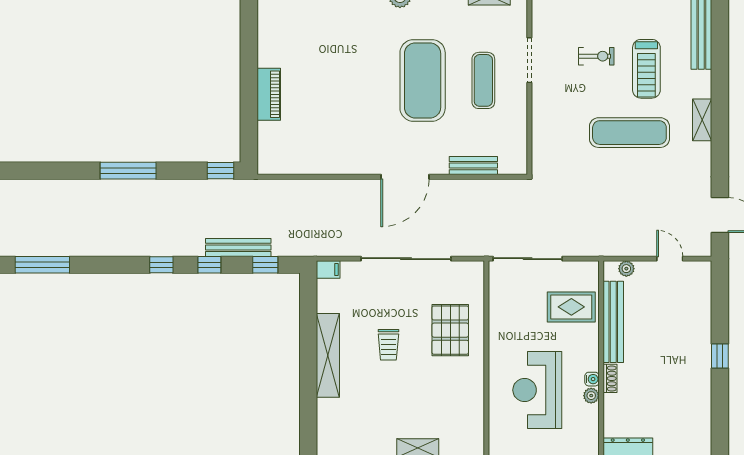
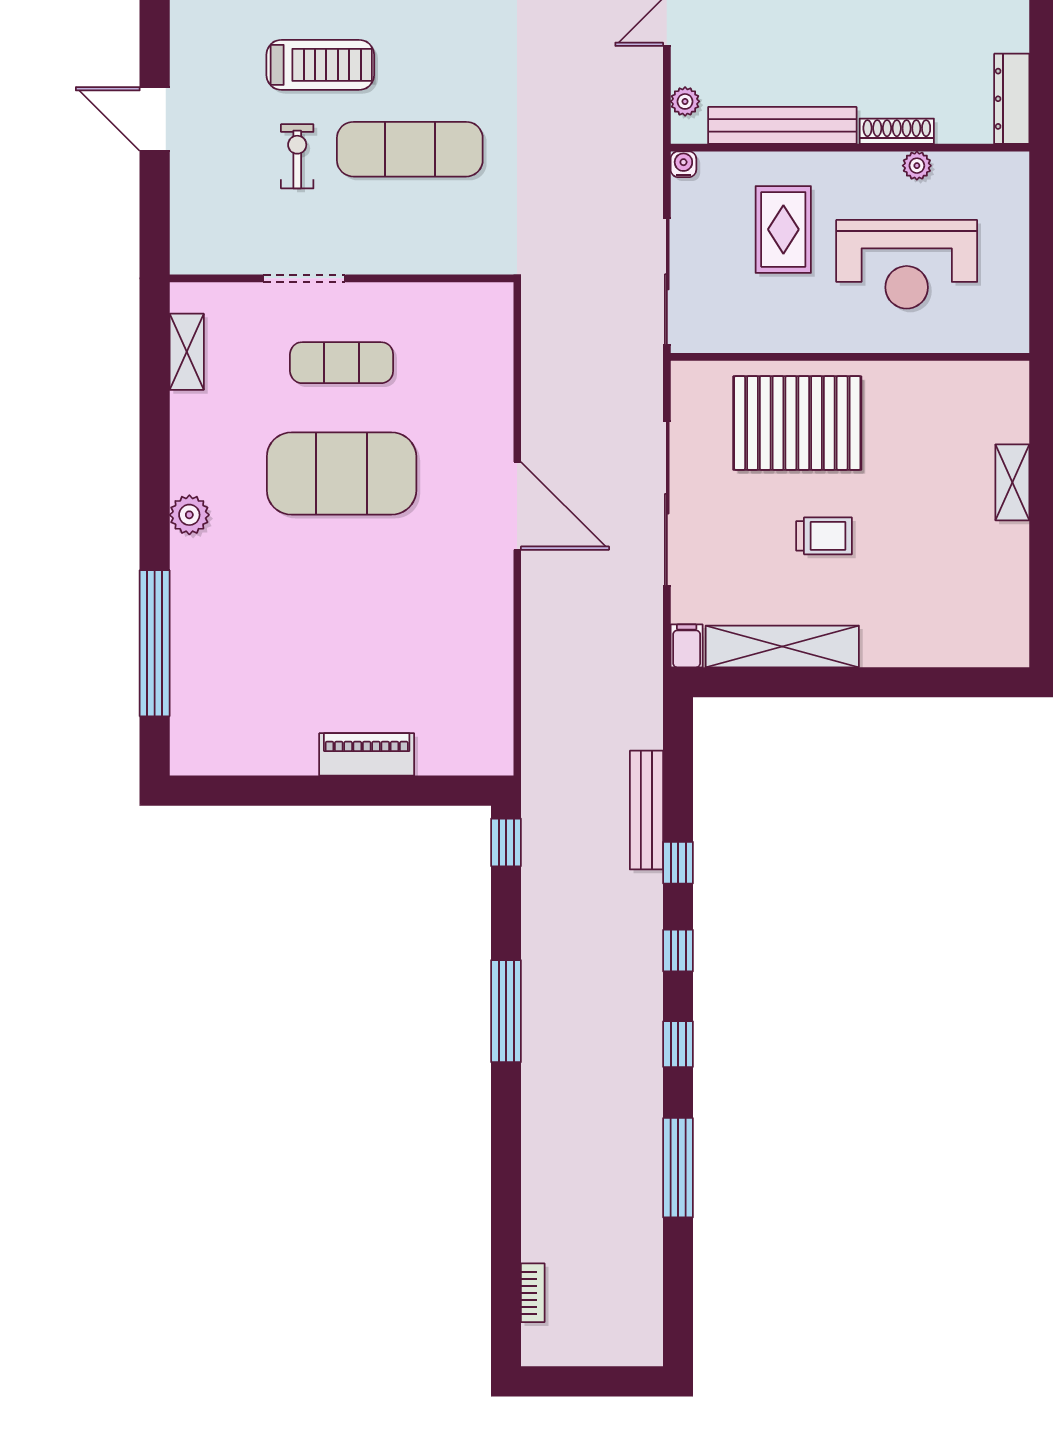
exercise mat: (629, 133) -> (410, 149), moved, turned 90
bench: (473, 166) -> (497, 381), removed
window: (265, 265) -> (678, 1044), moved
rug: (571, 307) -> (783, 229), moved
pallet: (450, 330) -> (797, 423), width x1.37, depth x1.41
shelving: (328, 355) -> (782, 646), moved
shoe rack: (610, 378) -> (897, 131), width x1.43
water cooler: (592, 379) -> (683, 164), moved

